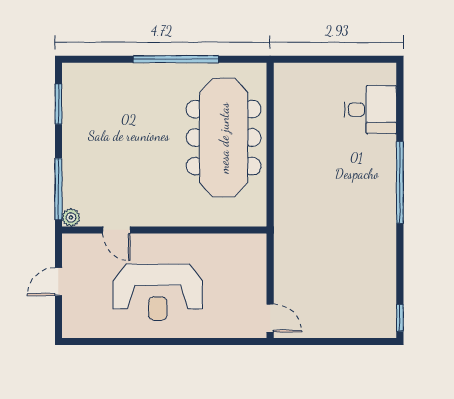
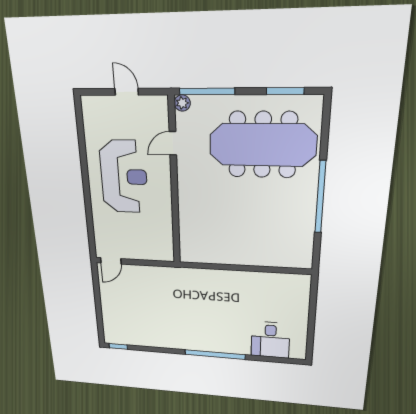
meeting table: (224, 138) -> (263, 145), moved
reception desk: (158, 292) -> (124, 177), turned 180

